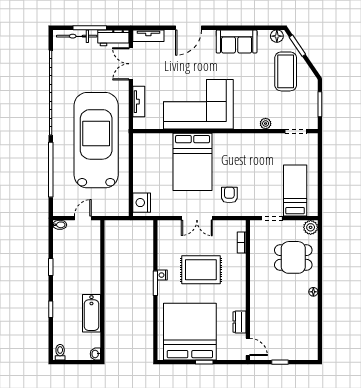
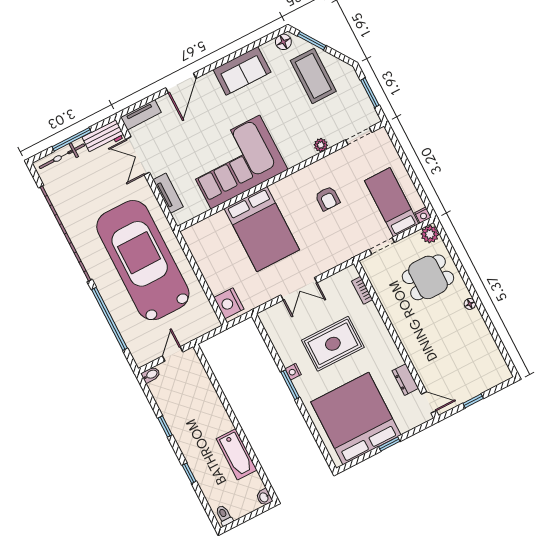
armchair: (229, 195) -> (327, 198), moved, turned 180
nightstand: (313, 211) -> (423, 215), added

